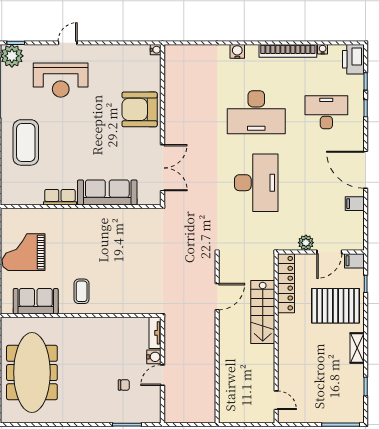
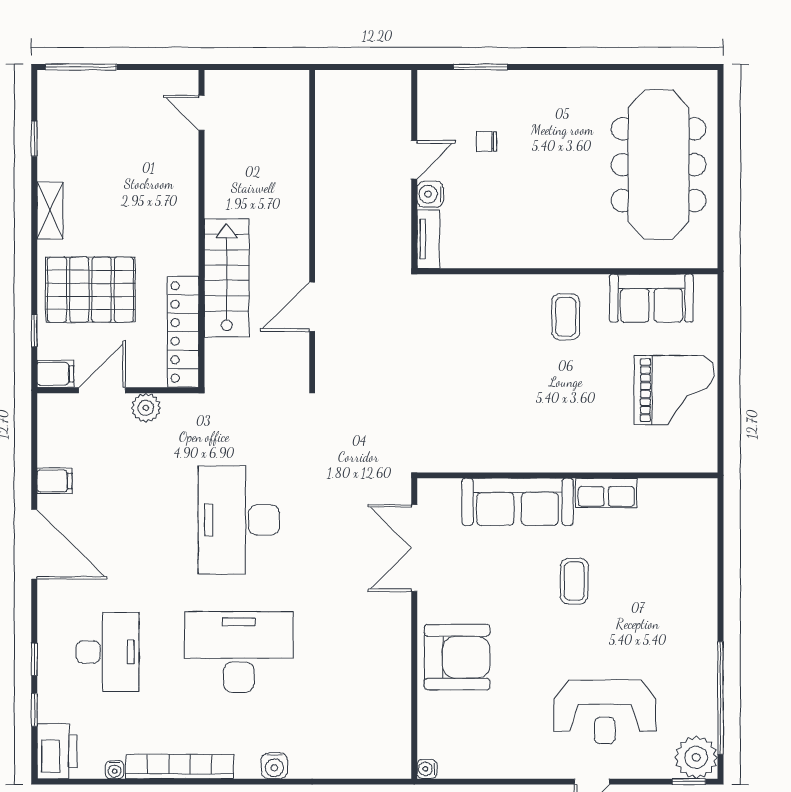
reception desk: (61, 80) -> (605, 712), turned 180
desk: (326, 112) -> (108, 652), turned -90
coffee table: (26, 142) -> (574, 581), moved, width x0.54, depth x0.58

